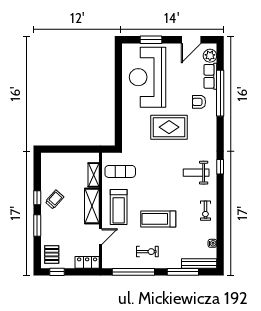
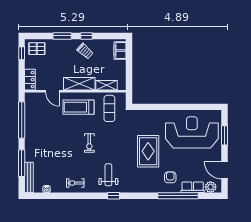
filing cabinet: (54, 159) -> (120, 50), added
treadmill: (158, 219) -> (68, 142), removed
exercise bike: (147, 252) -> (89, 143), moved

